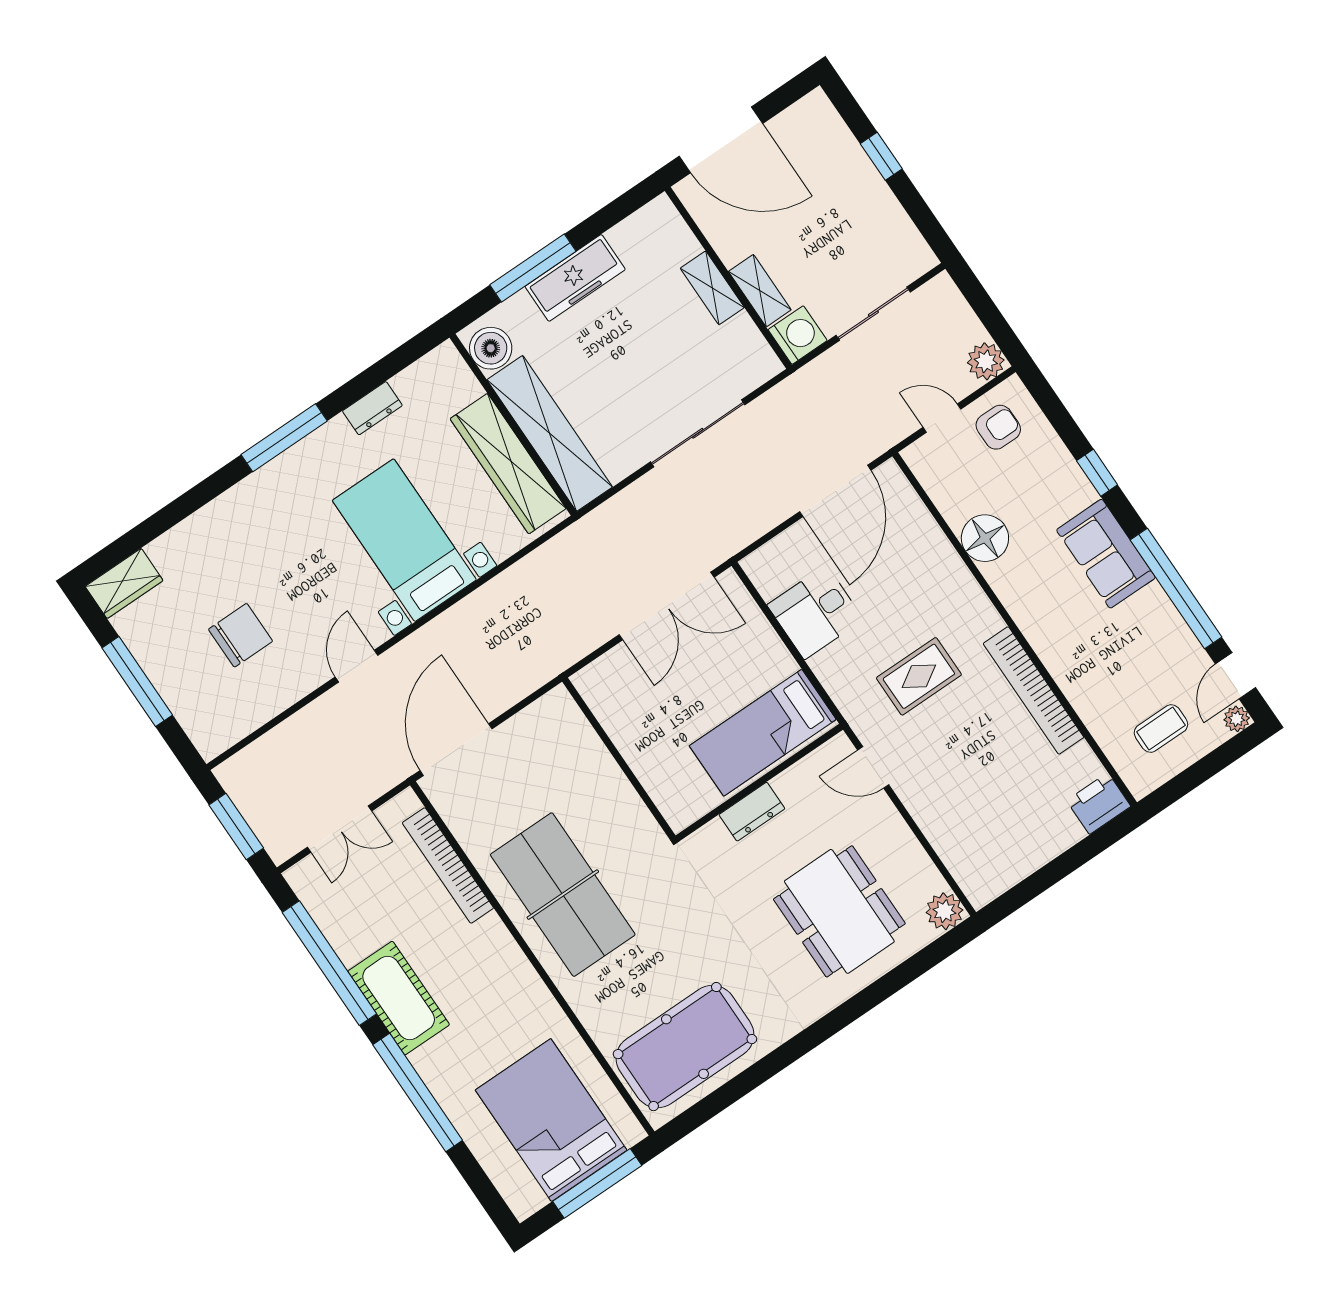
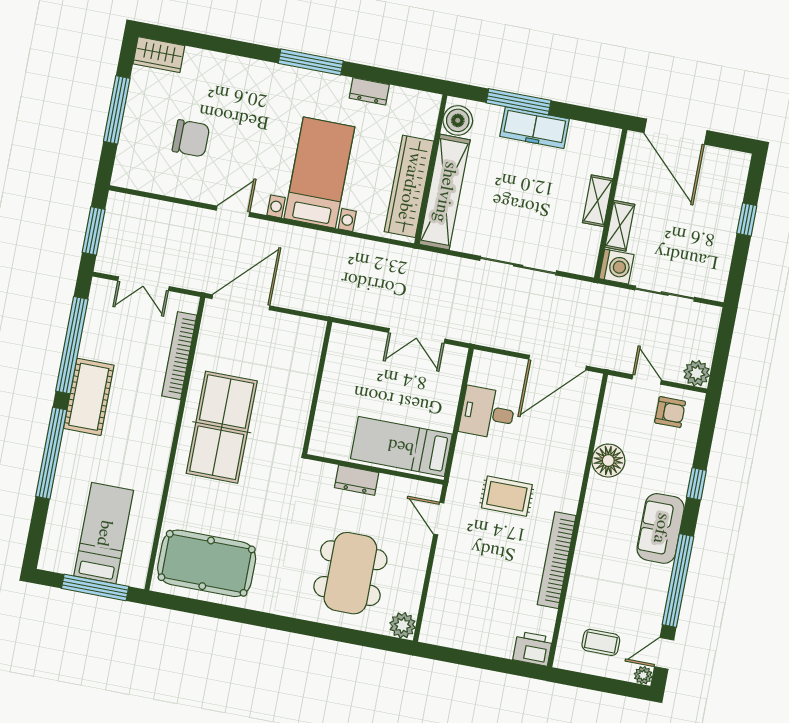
double door: (667, 606) -> (417, 336), width x0.73
bed: (551, 1120) -> (104, 533), width x0.67

